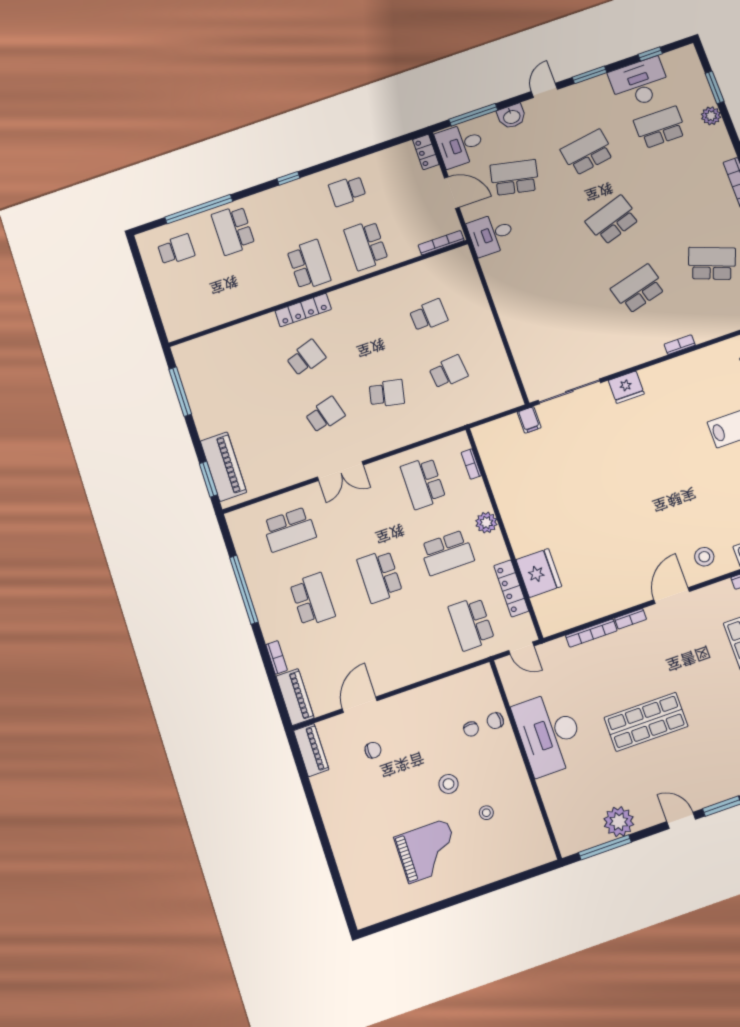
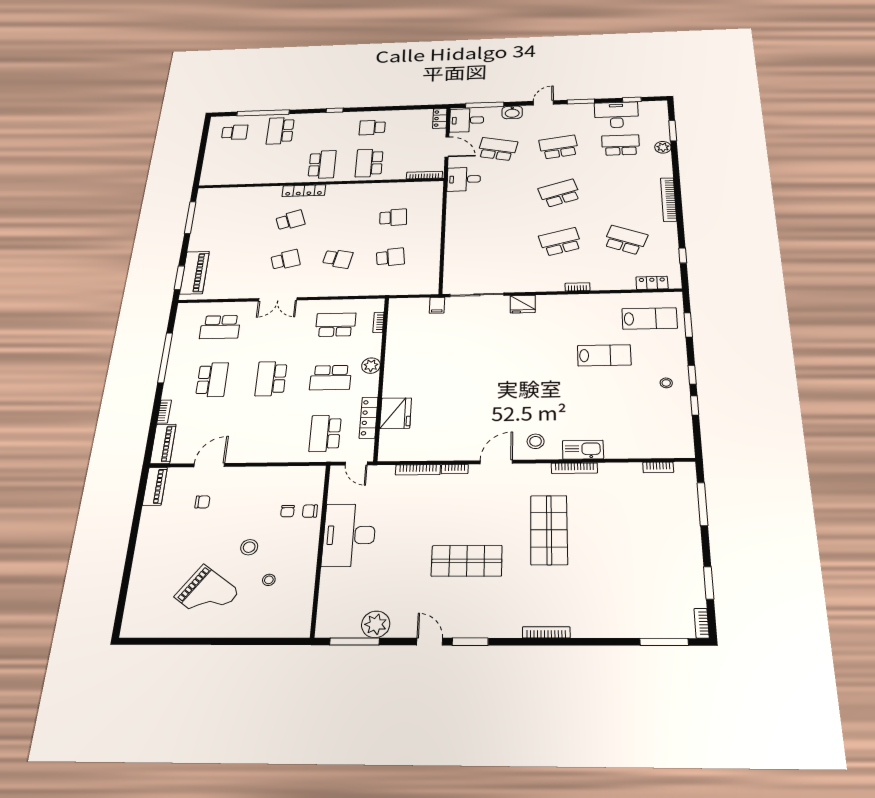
school desk: (423, 483) -> (336, 325), turned 90
shop shelf: (646, 722) -> (467, 561), moved
grand piano: (428, 851) -> (207, 594), turned 36

